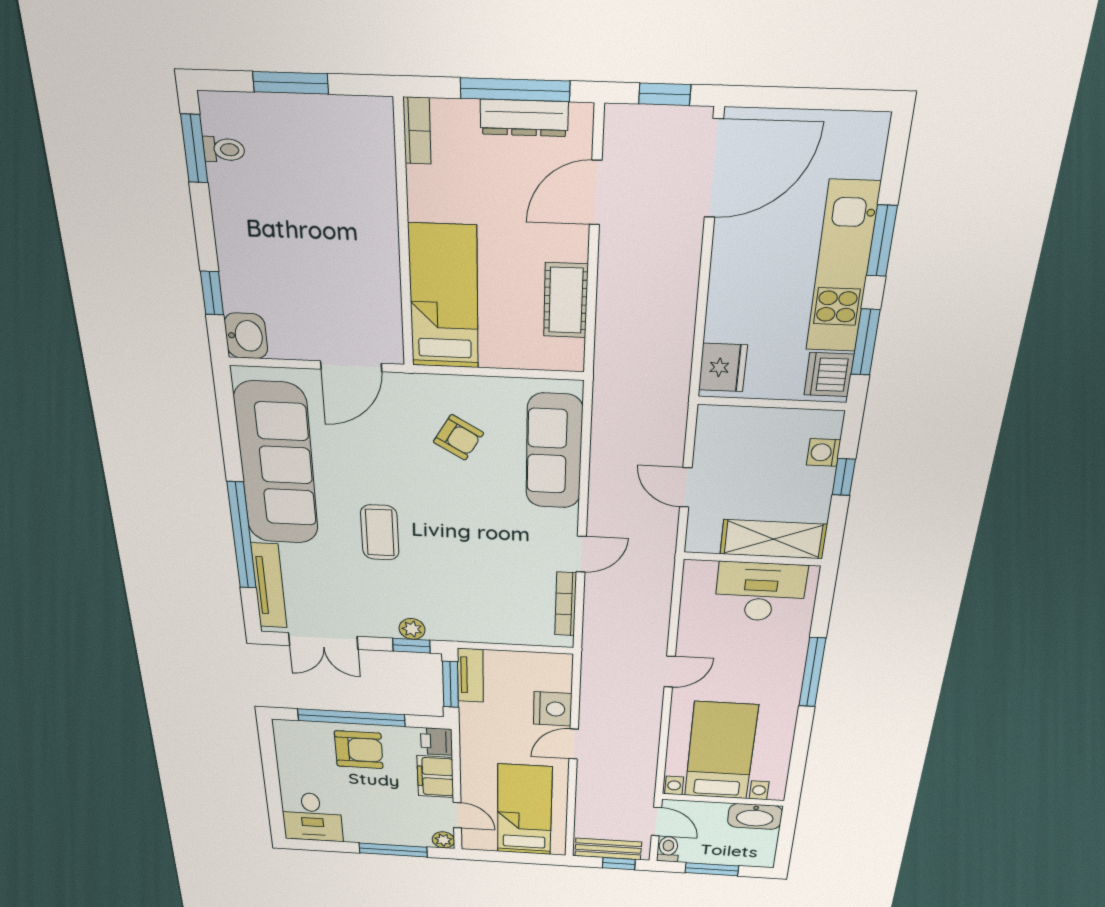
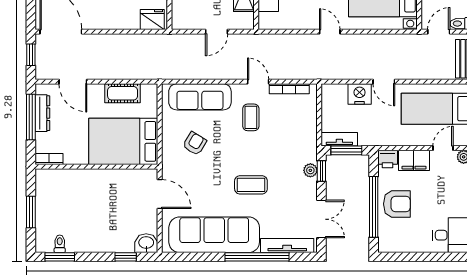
bed: (444, 297) -> (123, 141), width x1.50
coffee table: (511, 539) -> (251, 117), added
armchair: (359, 750) -> (397, 204), turned 90

